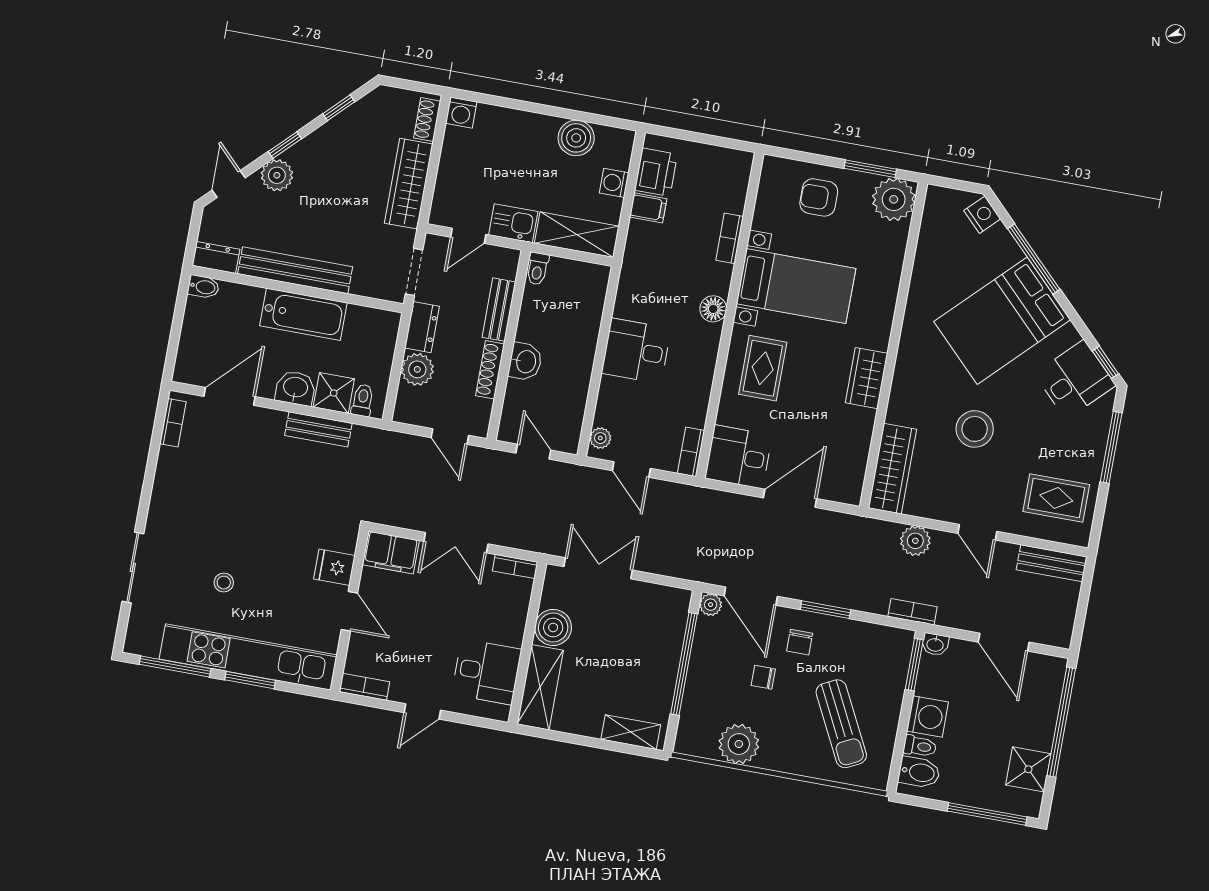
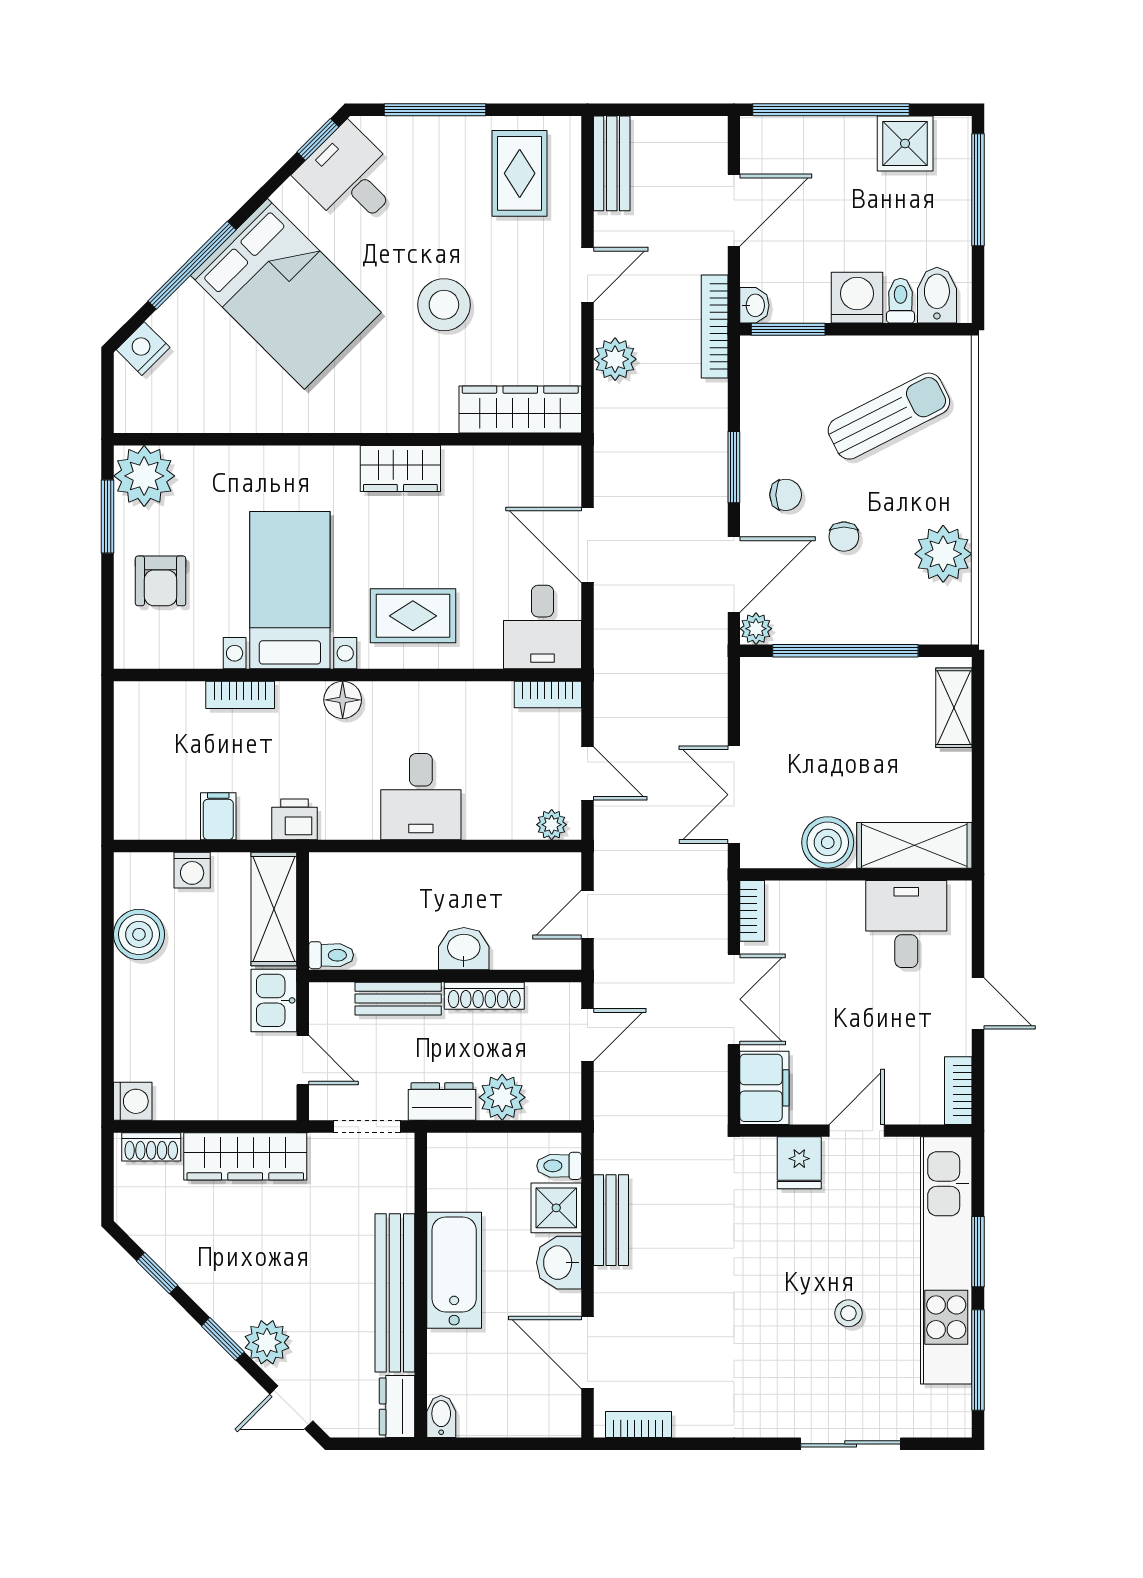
printer: (656, 172) -> (294, 819), moved, width x0.73, depth x0.81
door: (631, 469) -> (587, 773), hinge flipped
bookcase: (912, 612) -> (715, 327), width x1.56

